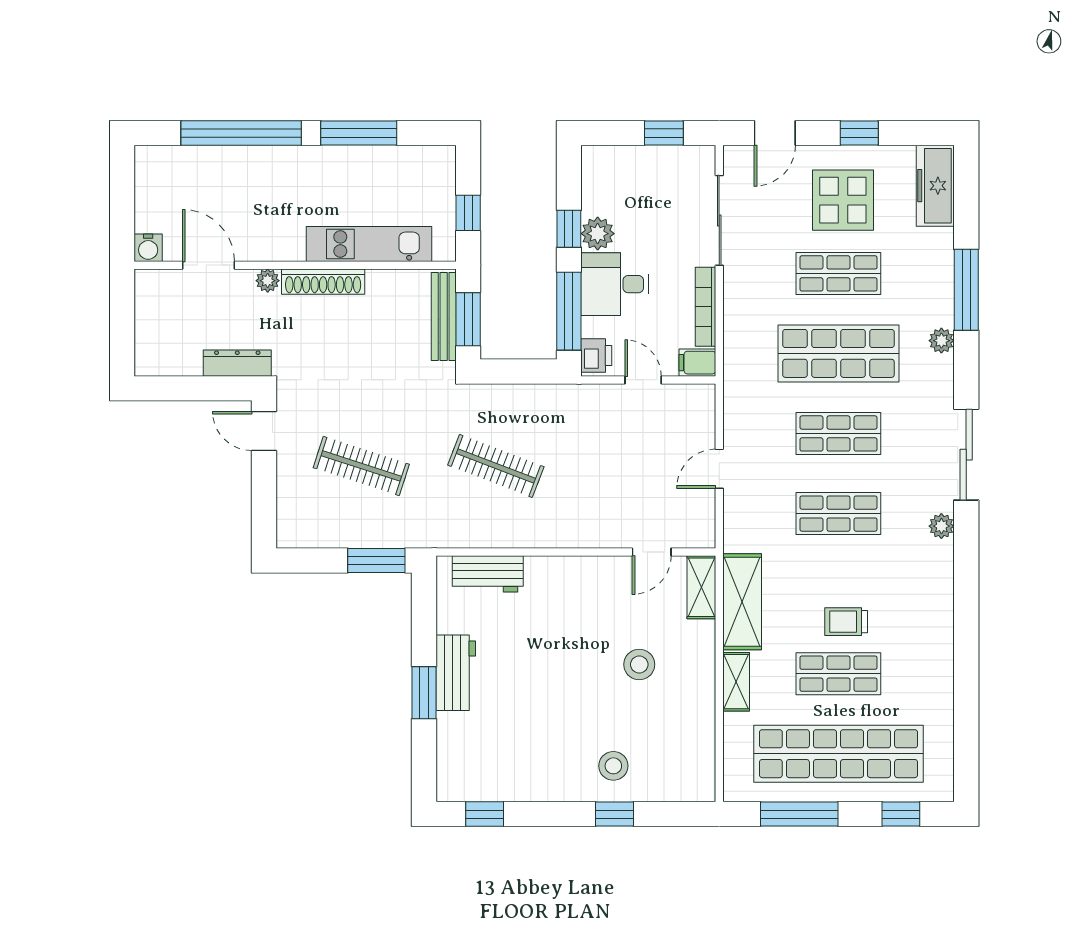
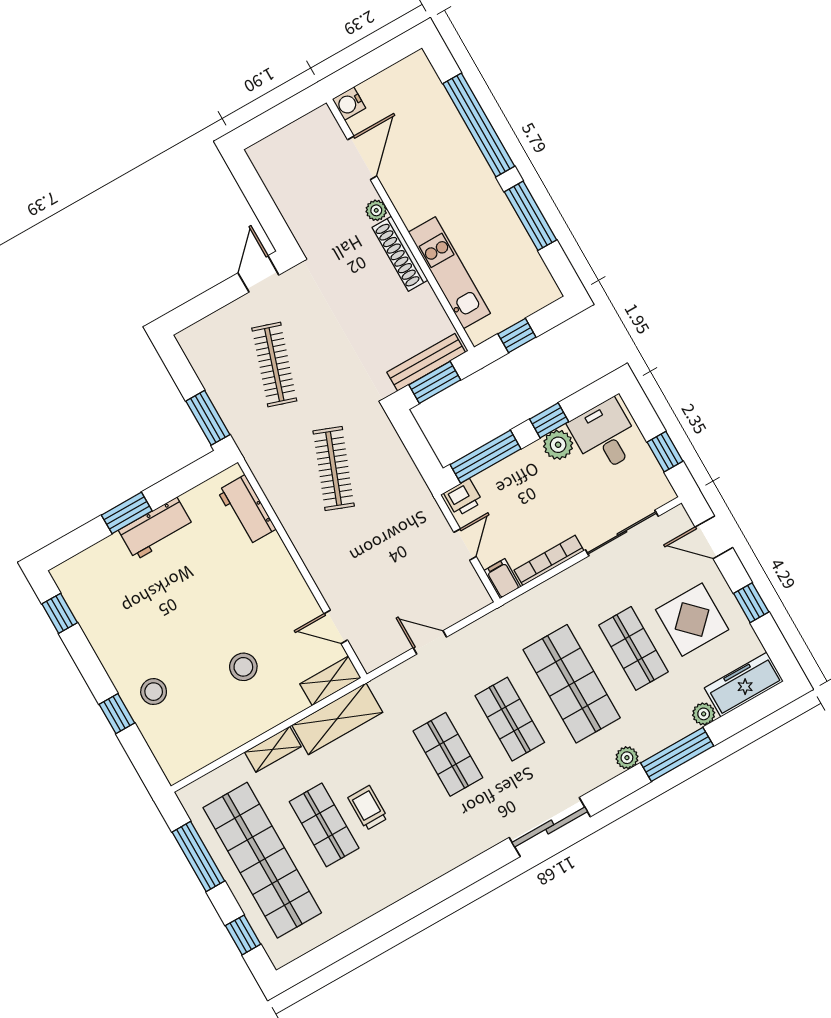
desk: (615, 284) -> (605, 436), moved
dresser: (237, 363) -> (299, 223), removed
plant: (941, 526) -> (704, 714), moved

